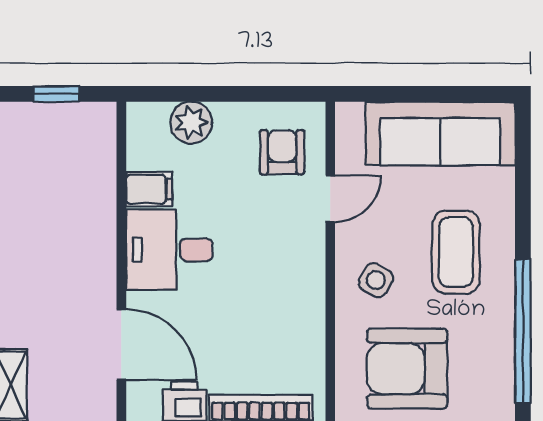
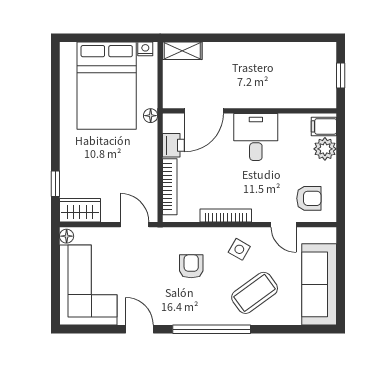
filing cabinet: (149, 189) -> (324, 126), moved, turned 90
coffee table: (456, 252) -> (255, 293), turned -36
bookcase: (314, 305) -> (226, 215), added
armchair: (407, 369) -> (191, 266), width x0.53, depth x0.53

